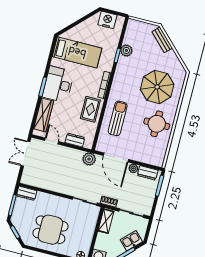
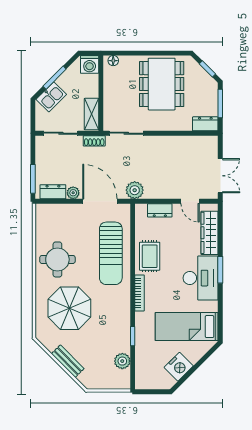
nightstand: (107, 20) -> (179, 367), moved, turned -45
bench: (162, 40) -> (68, 361), moved
plant: (126, 50) -> (122, 361), moved
sun lounger: (118, 118) -> (111, 253), width x1.36, depth x1.34
dining table: (50, 230) -> (162, 84), width x1.38

